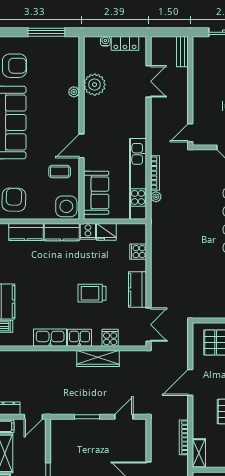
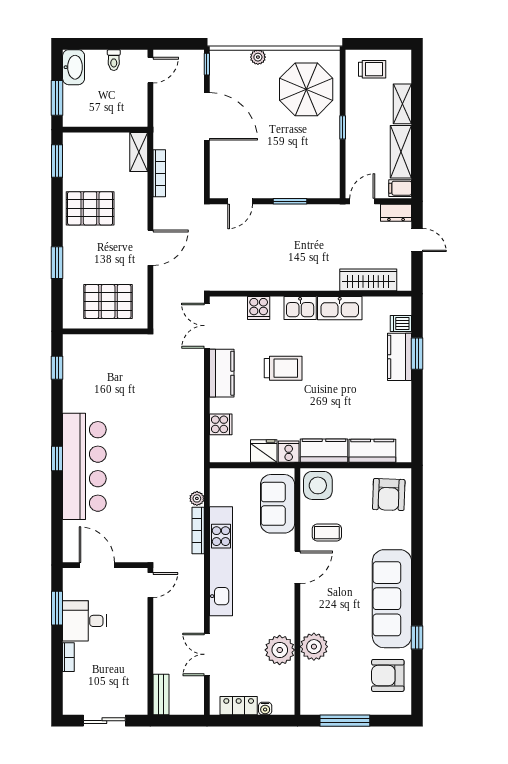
plant: (74, 92) -> (314, 647), width x1.88, depth x1.88
kitchen unit: (138, 179) -> (221, 561), moved
wardrobe: (98, 359) -> (368, 280), moved

